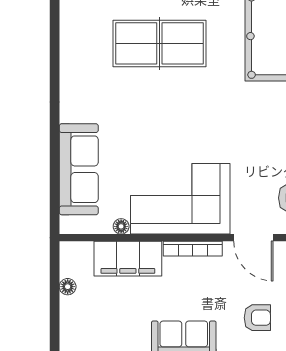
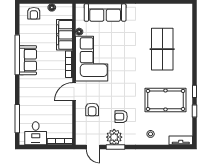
armchair: (257, 318) -> (34, 13), moved

